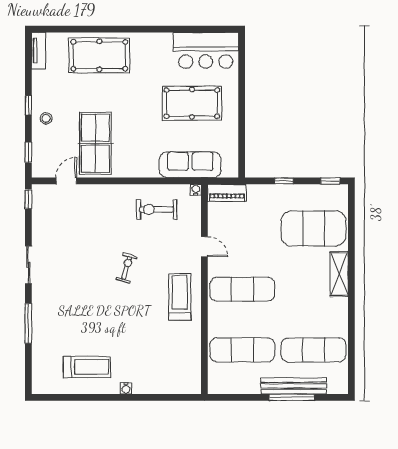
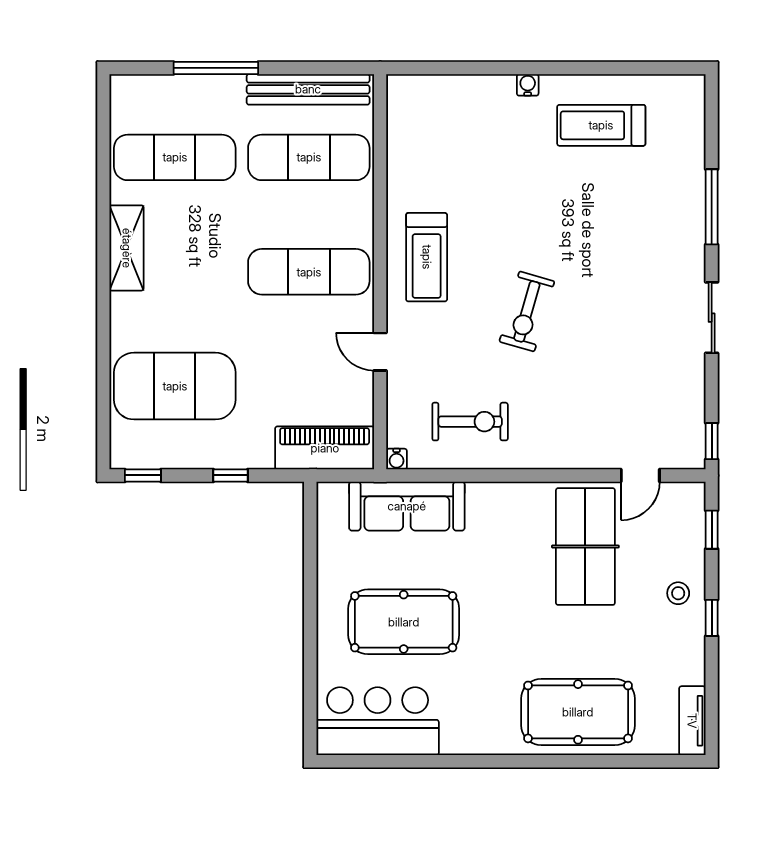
piano: (227, 193) -> (325, 448), width x1.37, depth x1.33
exercise bike: (126, 268) -> (527, 312), width x1.38, depth x1.39
shelving: (339, 274) -> (127, 248), moved
bench: (294, 386) -> (308, 89), moved

